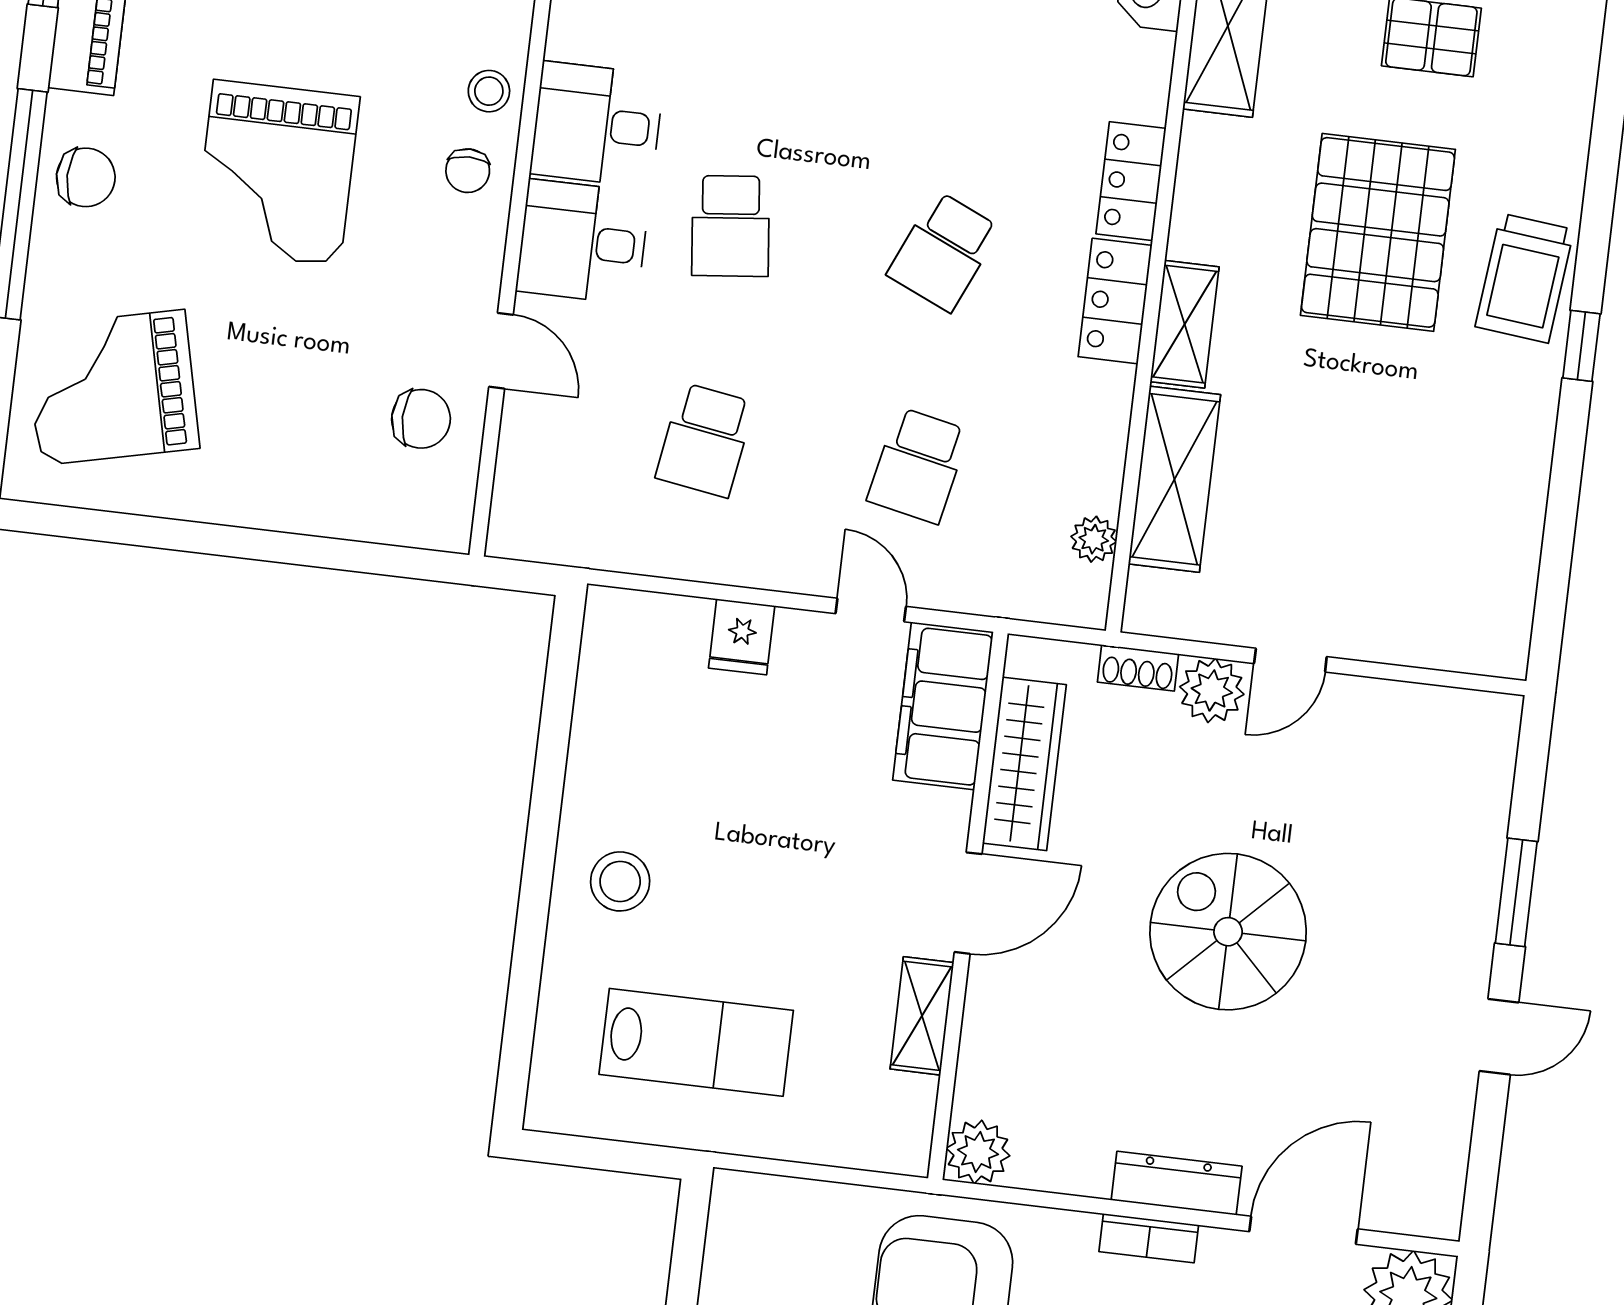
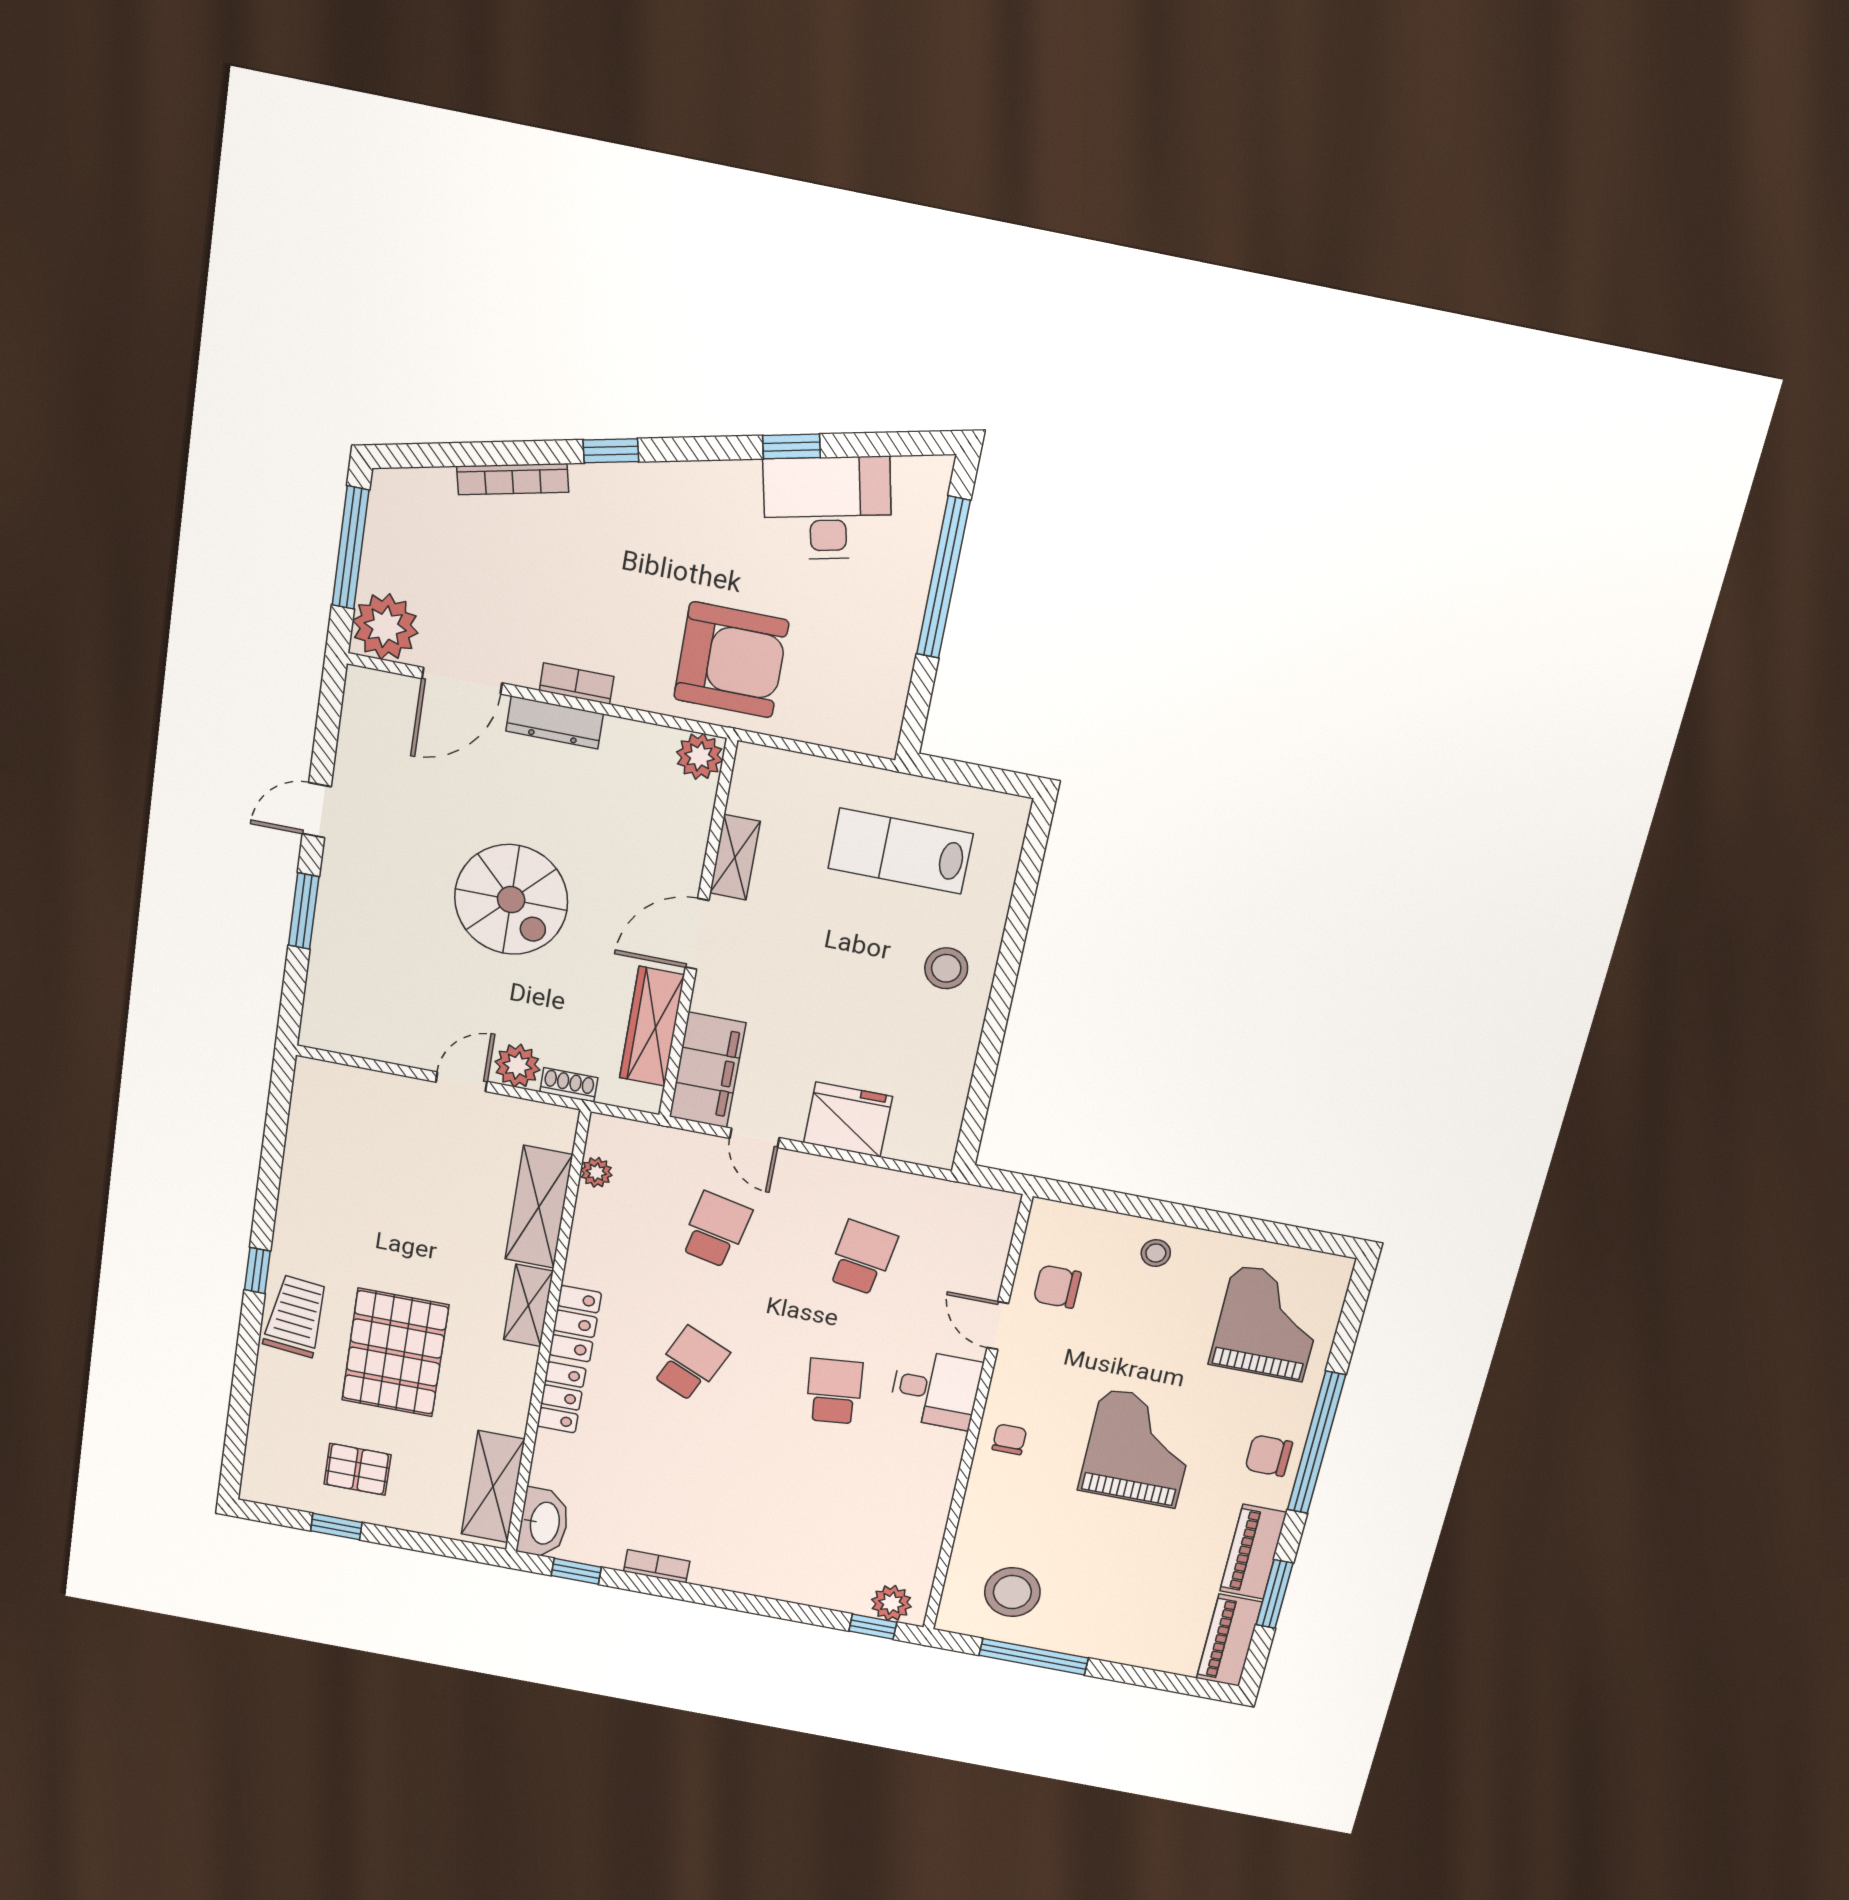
stool: (489, 91) -> (1156, 1253), moved
desk: (597, 124) -> (919, 1461), removed
grand piano: (112, 387) -> (1268, 1323), turned -77
fridge: (742, 637) -> (848, 1120), width x1.88, depth x1.34

